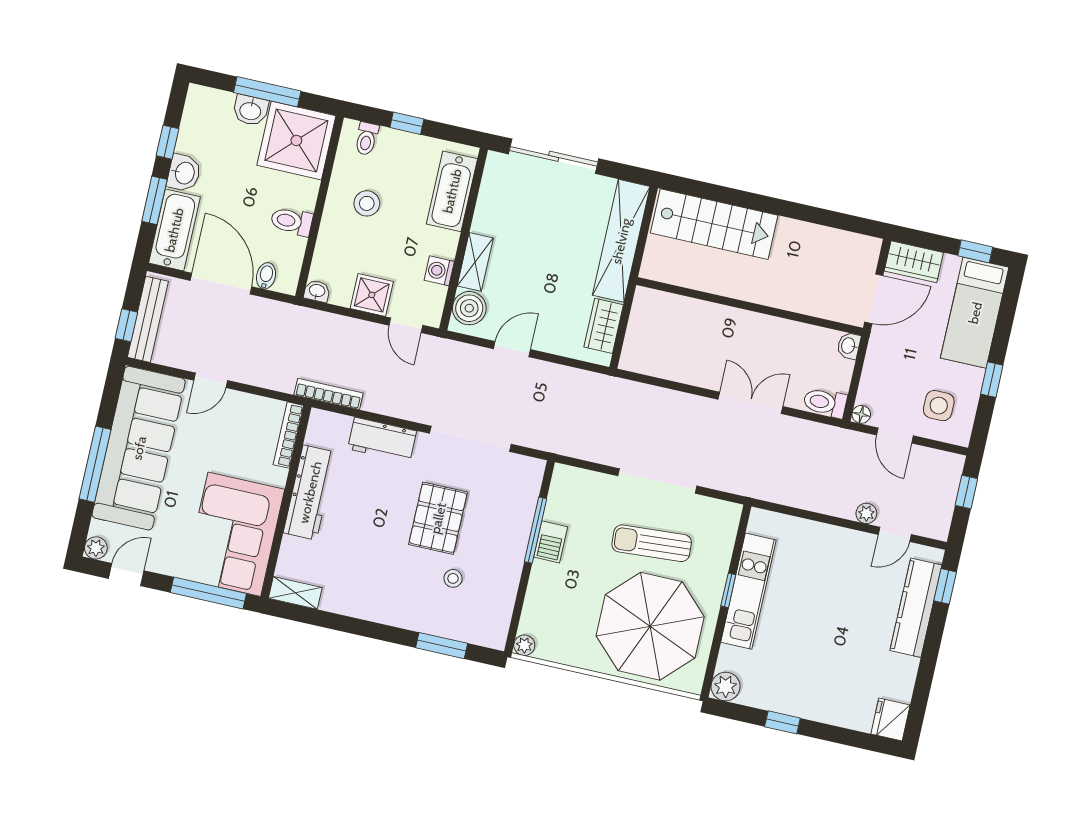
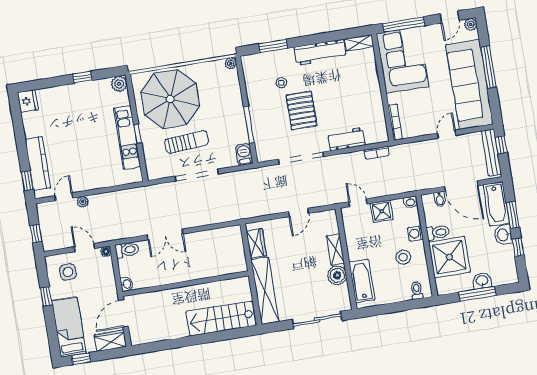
window: (407, 123) -> (399, 307), removed
shower: (296, 140) -> (449, 257), moved
washing machine: (439, 271) -> (415, 233), moved, turned 180
boiler: (469, 308) -> (337, 275), moved
bookcase: (329, 394) -> (377, 153), width x0.64
workbench: (310, 492) -> (320, 52), moved, turned -90
barbecue: (551, 542) -> (244, 155), moved

